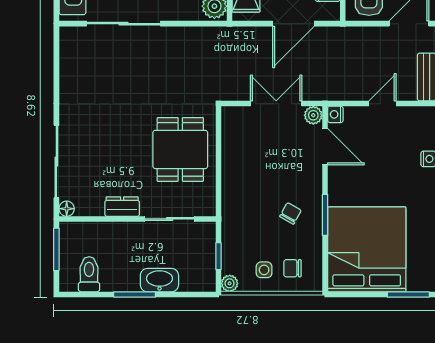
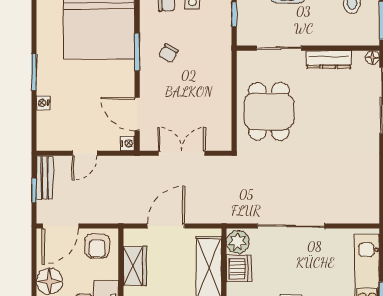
sliding door: (124, 24) -> (291, 226), moved
double door: (276, 104) -> (182, 153), swing flipped
plant: (313, 115) -> (148, 143), removed
dresser: (122, 207) -> (329, 59), width x1.44

